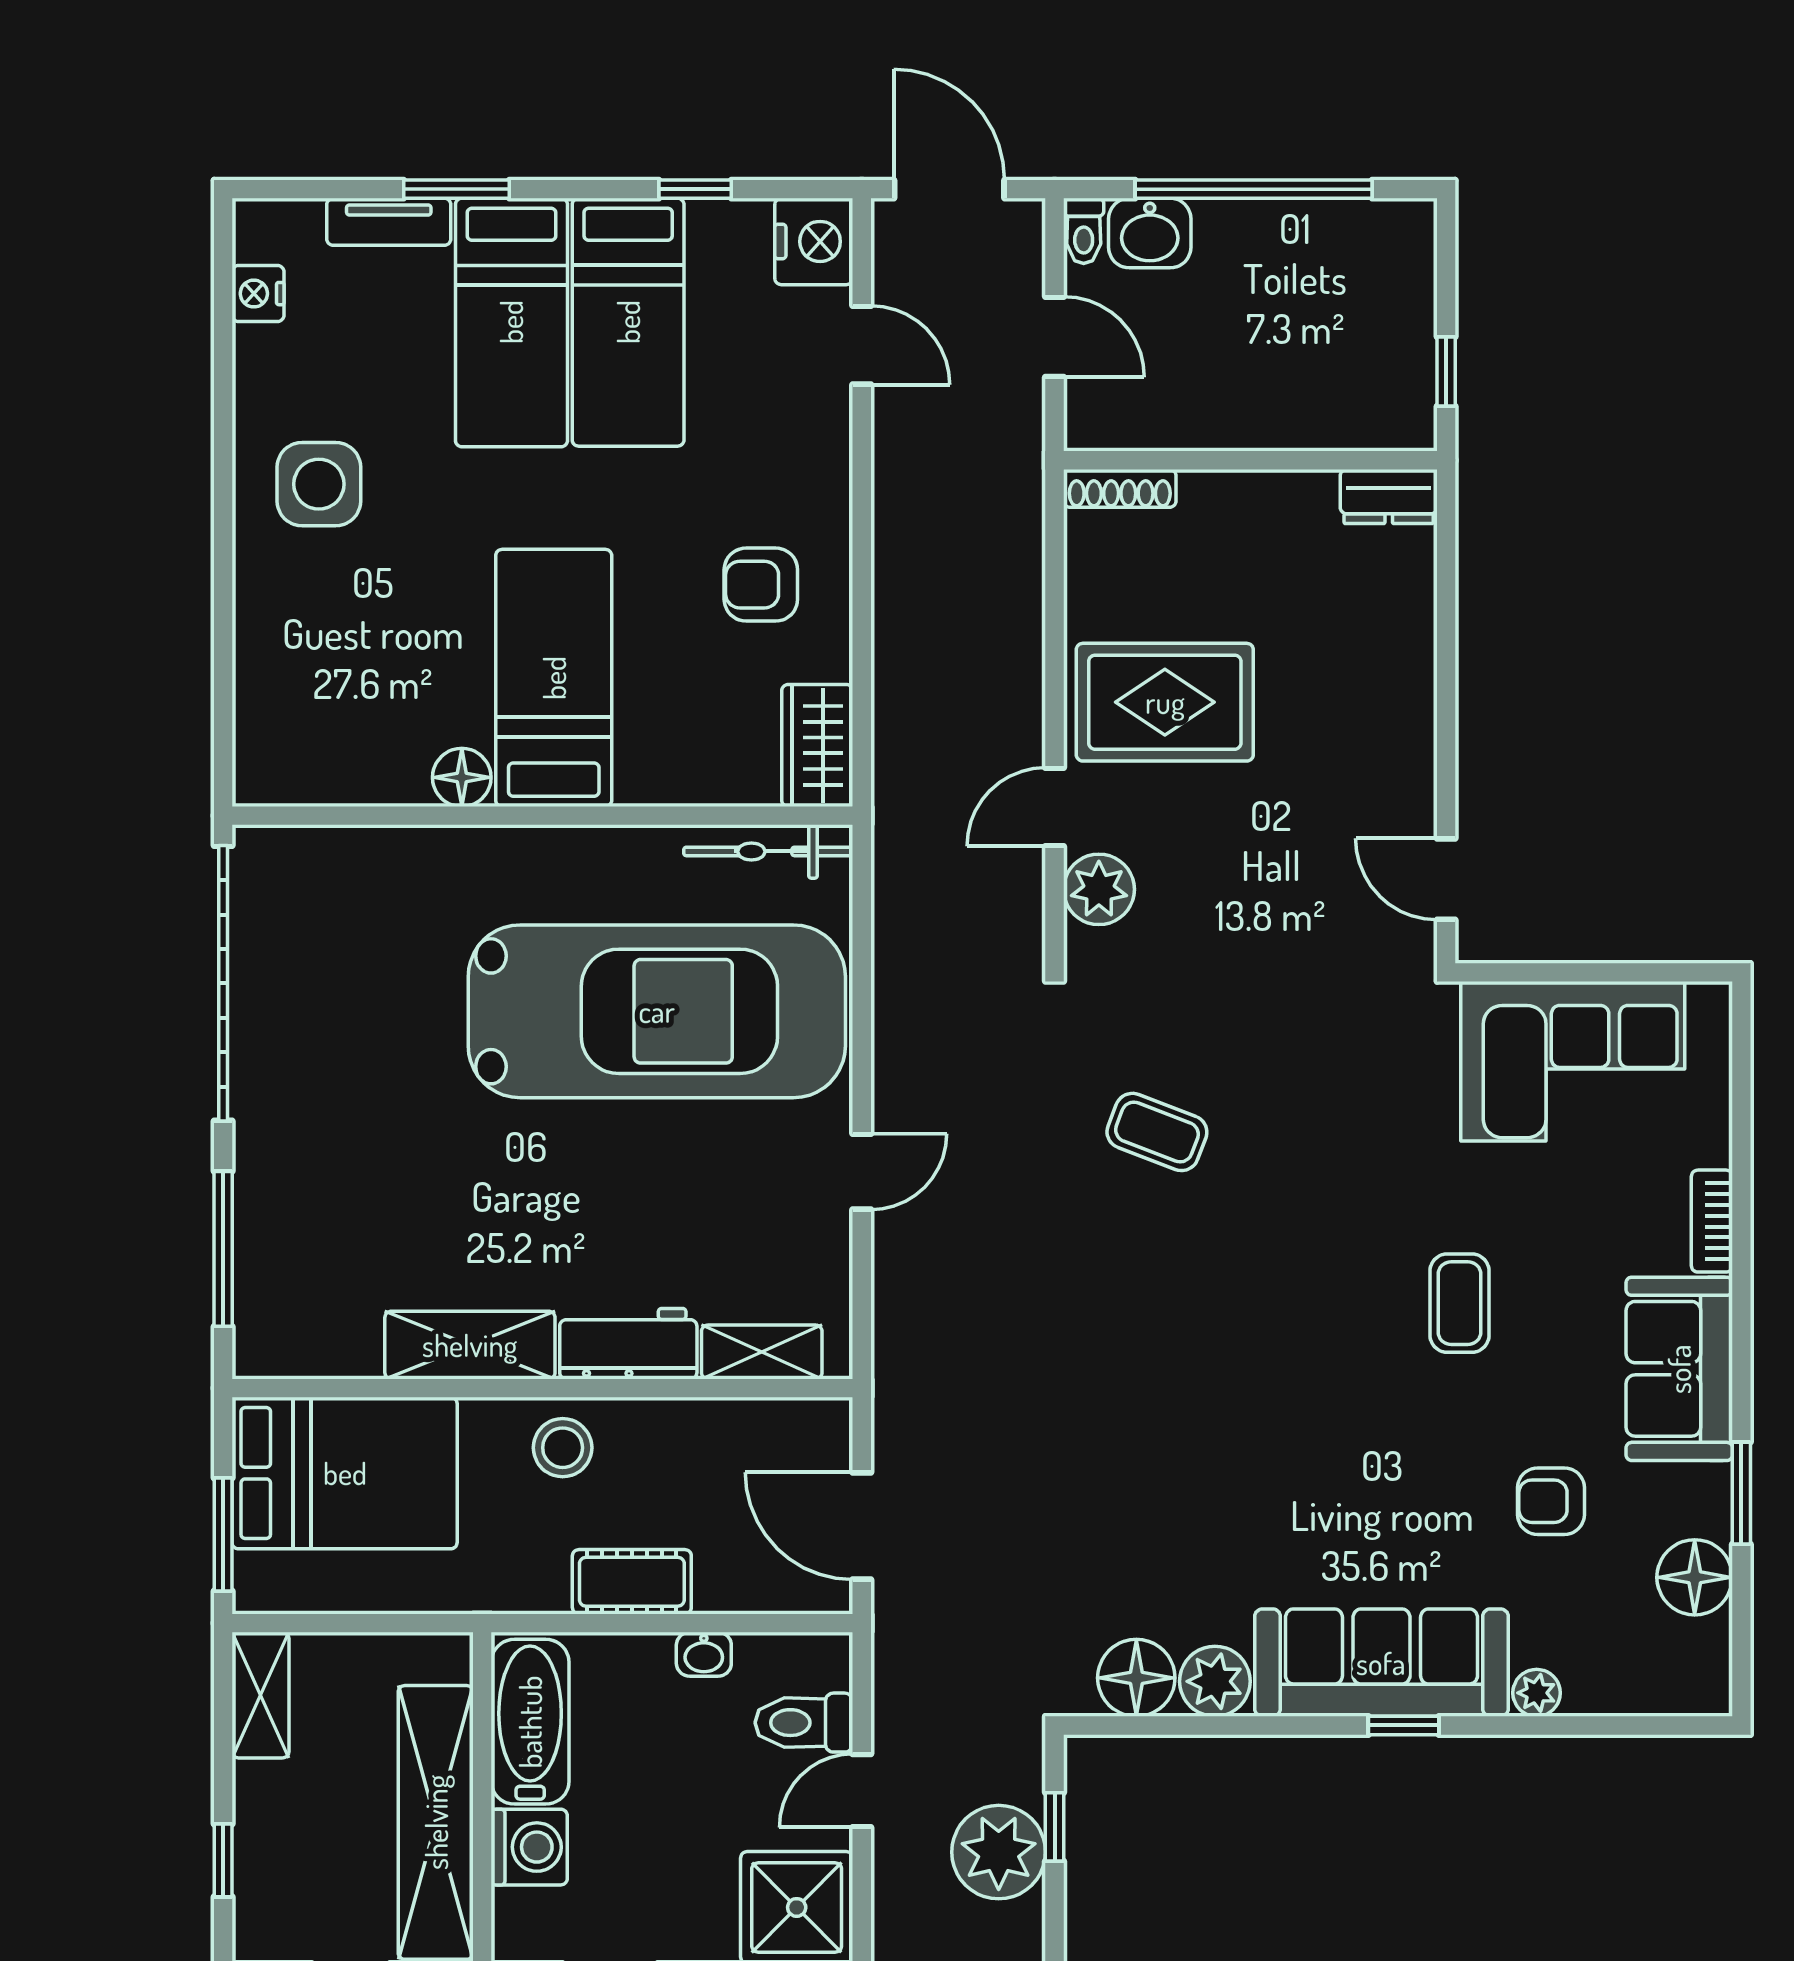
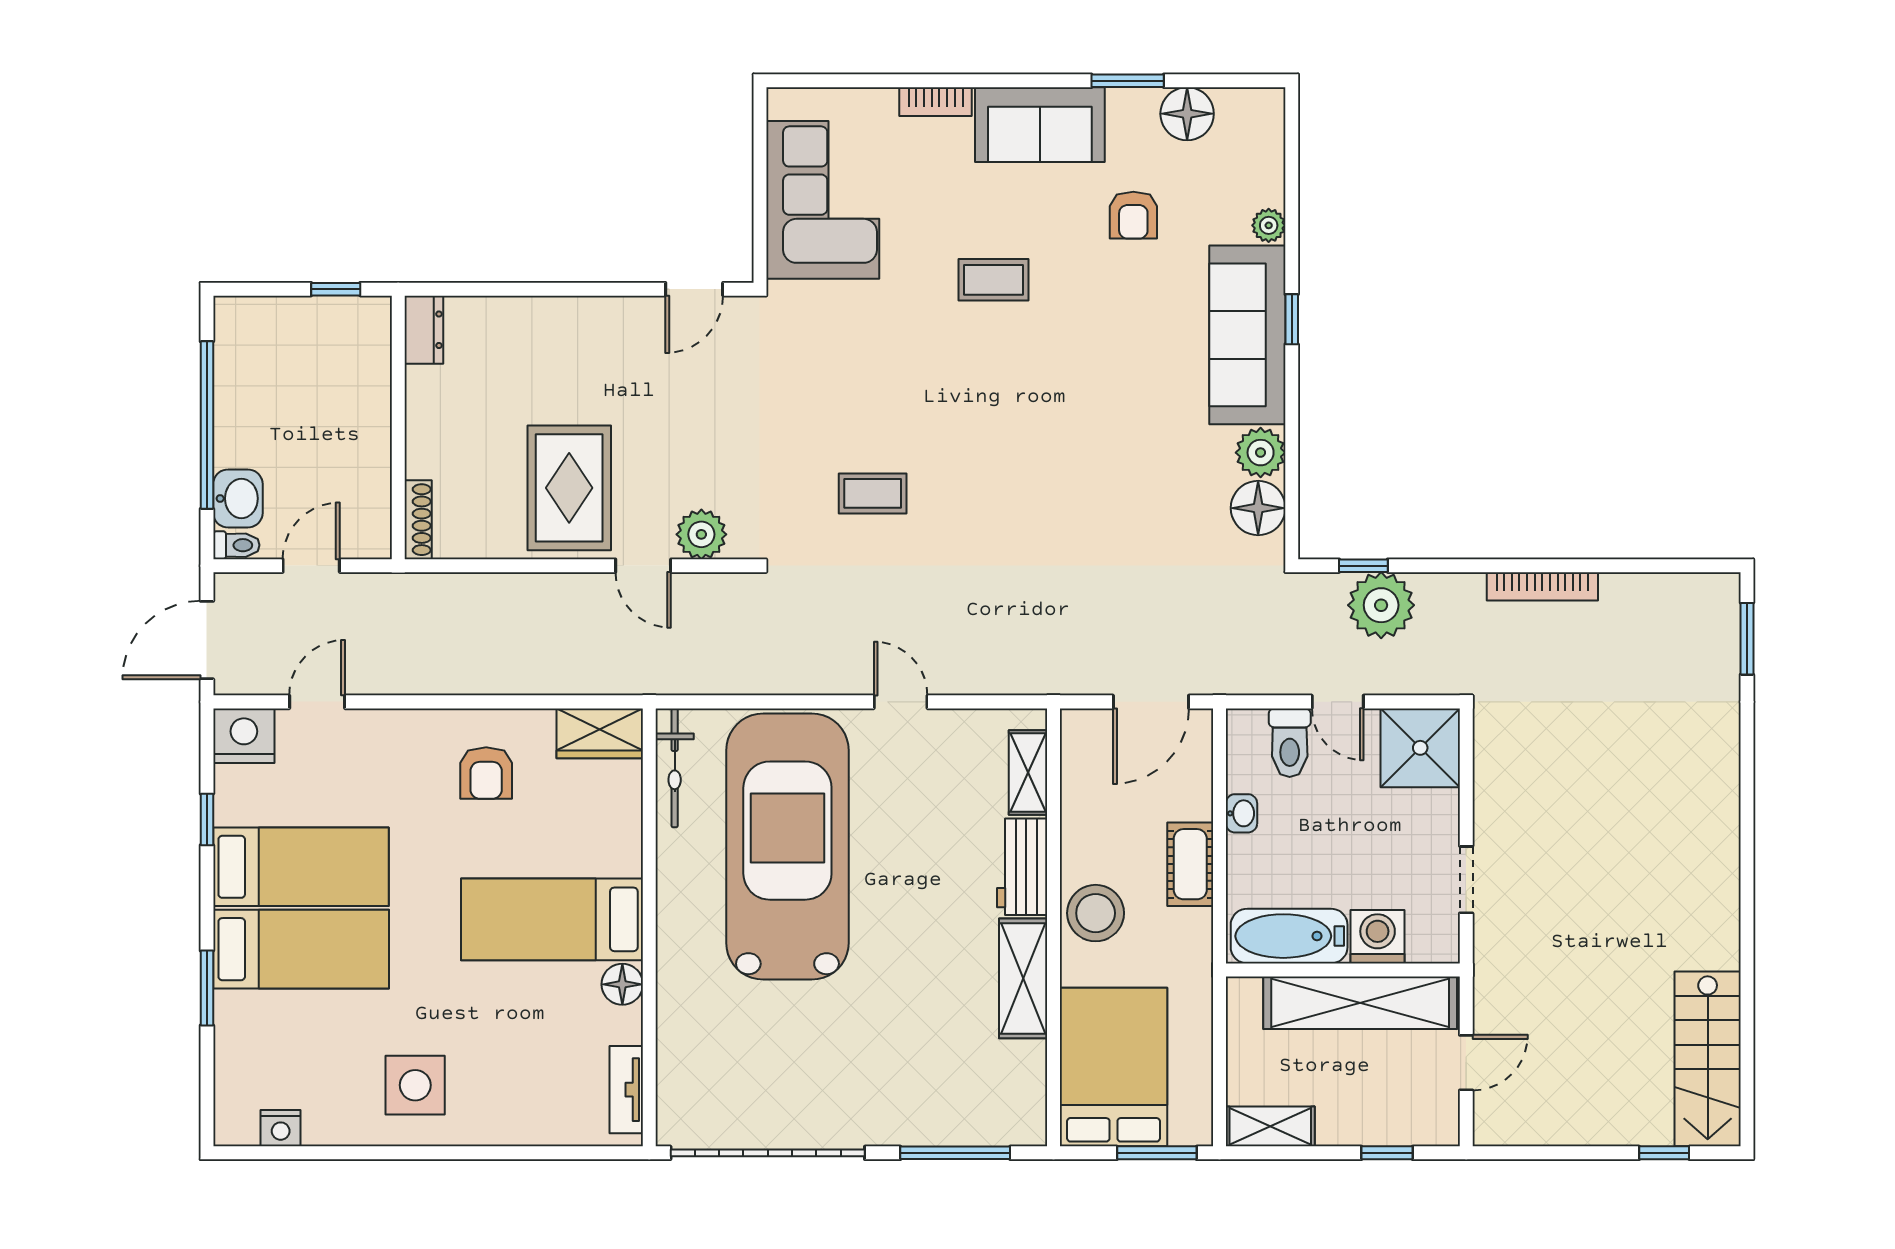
tv unit: (389, 222) -> (626, 1090), moved, turned 180
coffee table: (1157, 1132) -> (873, 493), turned 69
stool: (563, 1448) -> (1096, 913), width x1.38, depth x1.38

